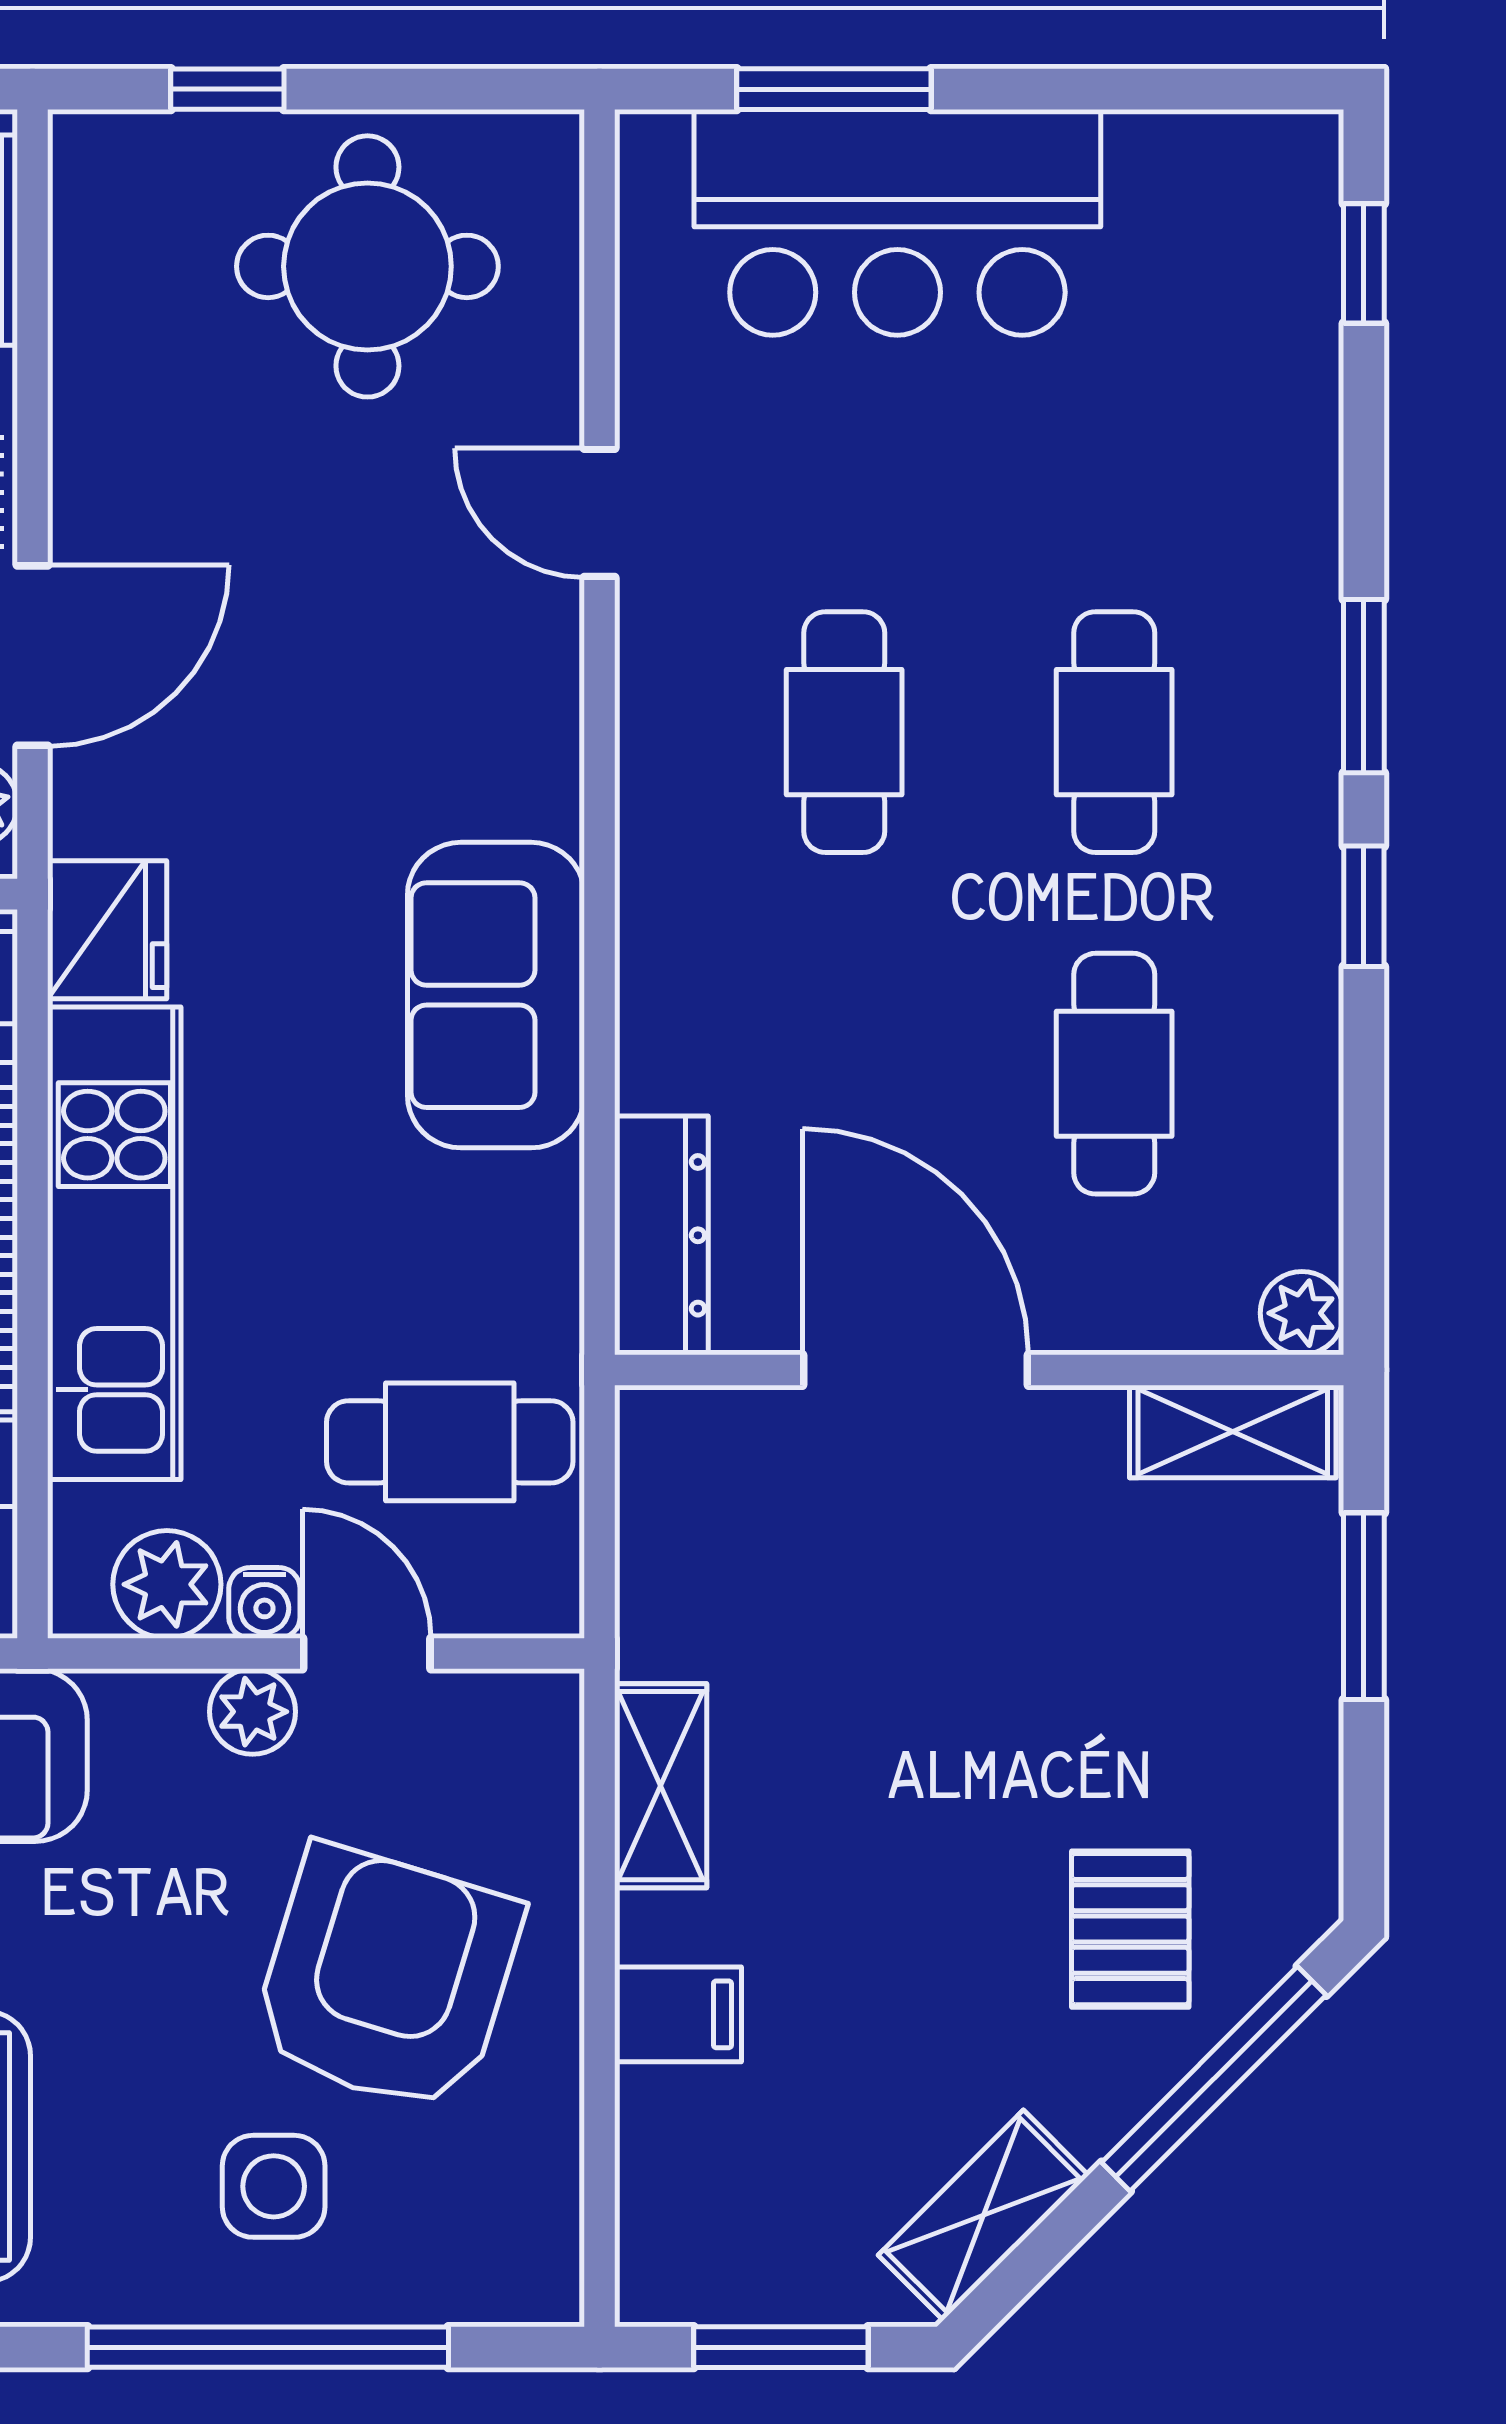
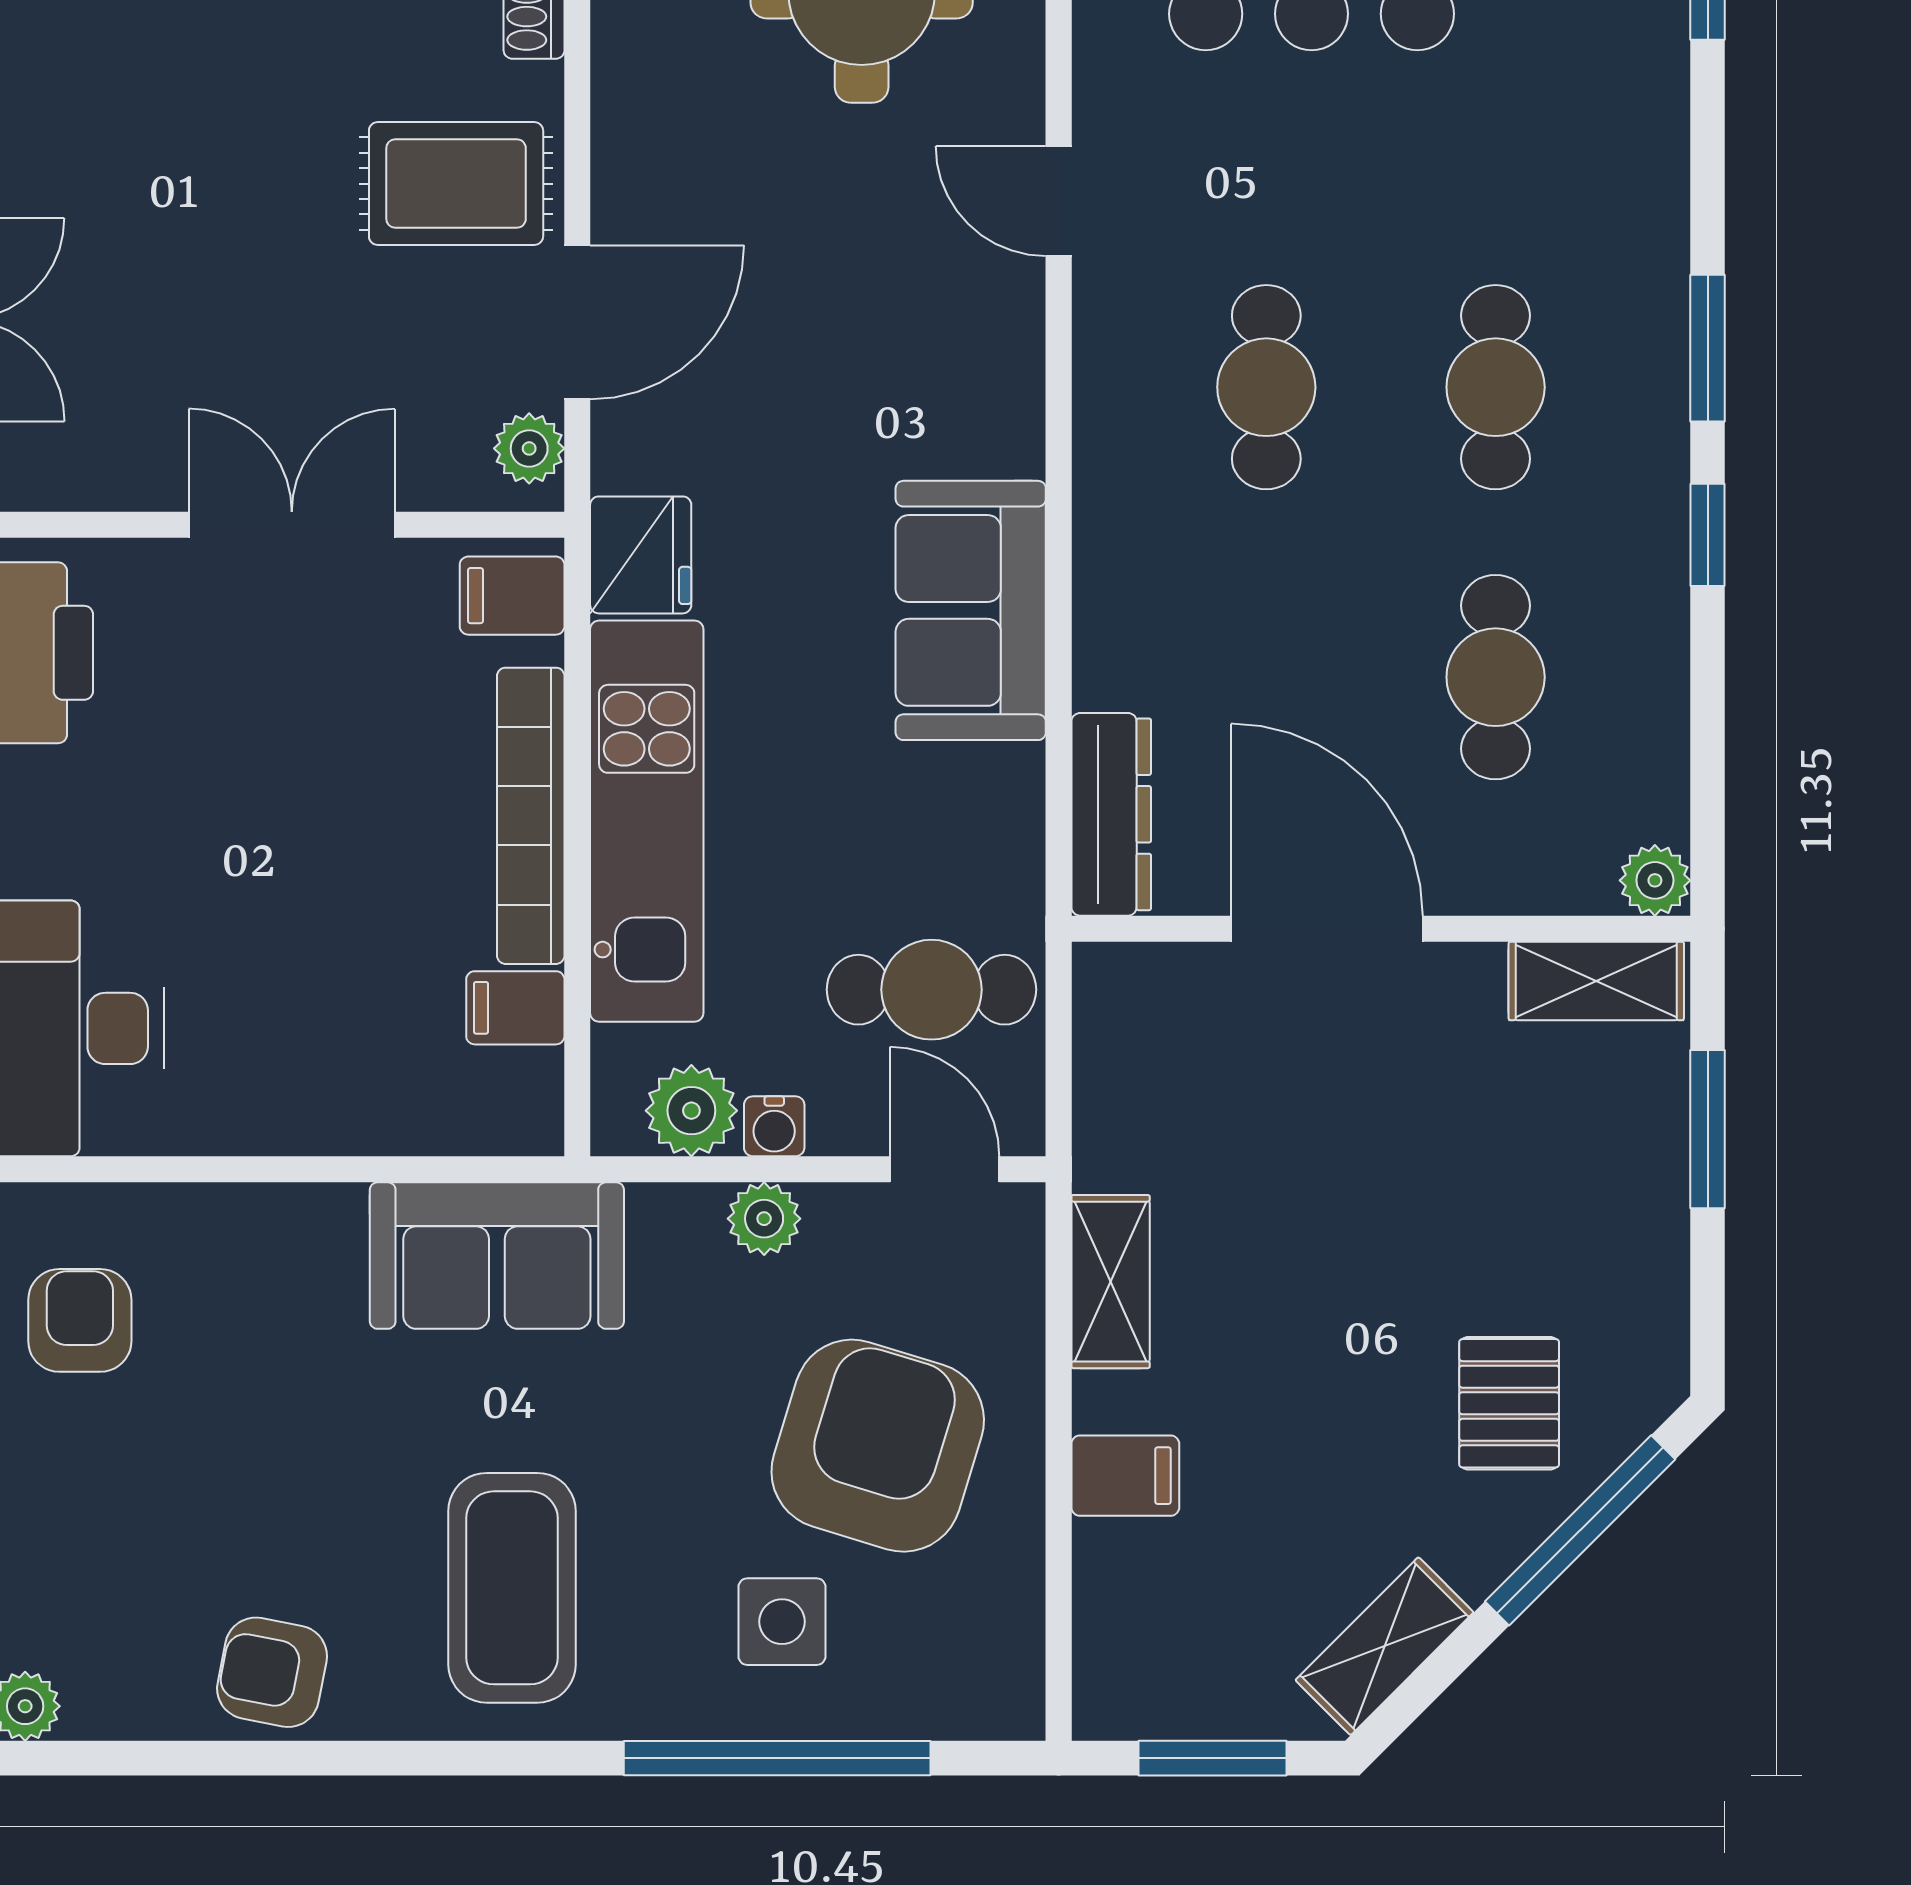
door: (367, 1653) -> (945, 1169), moved

